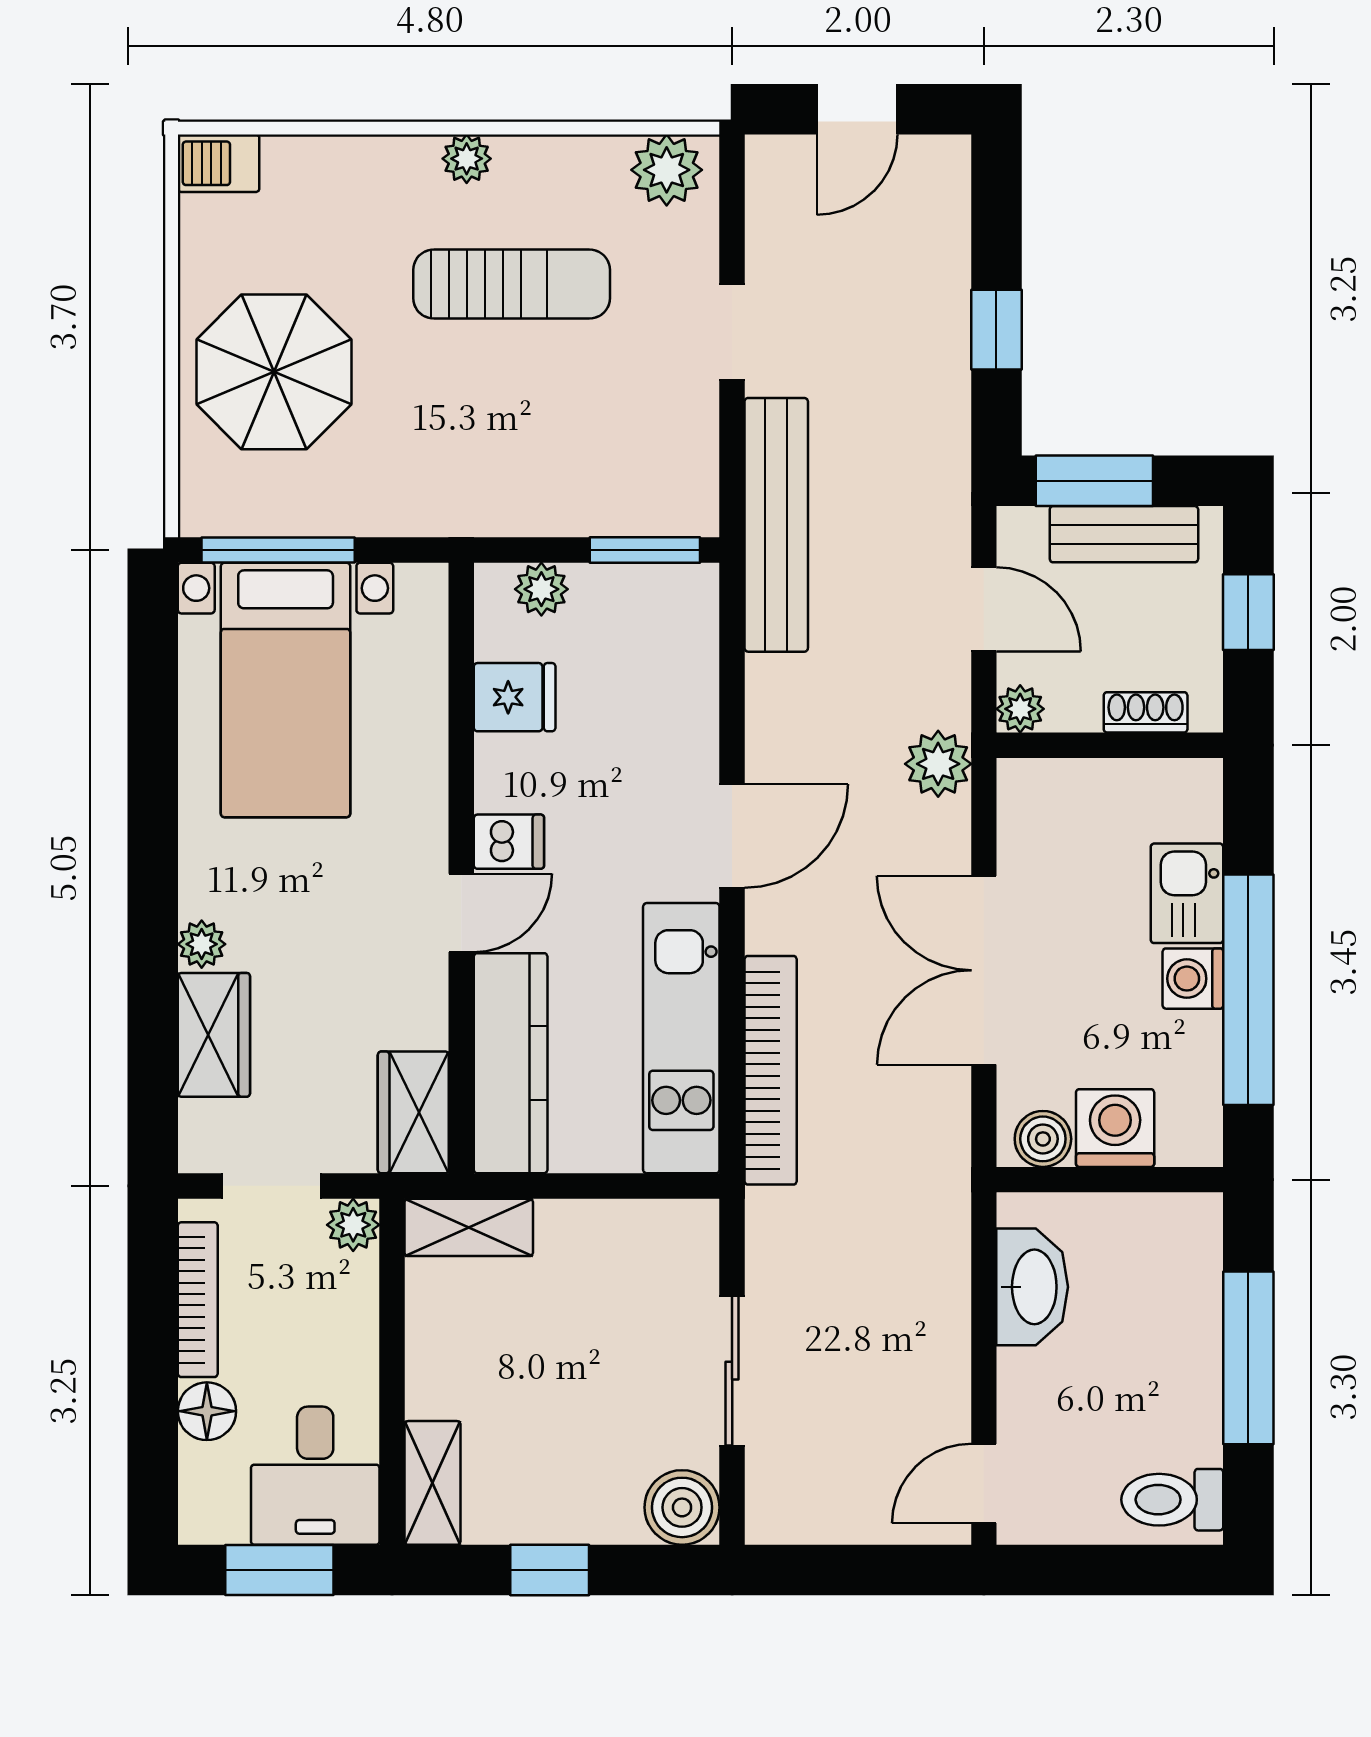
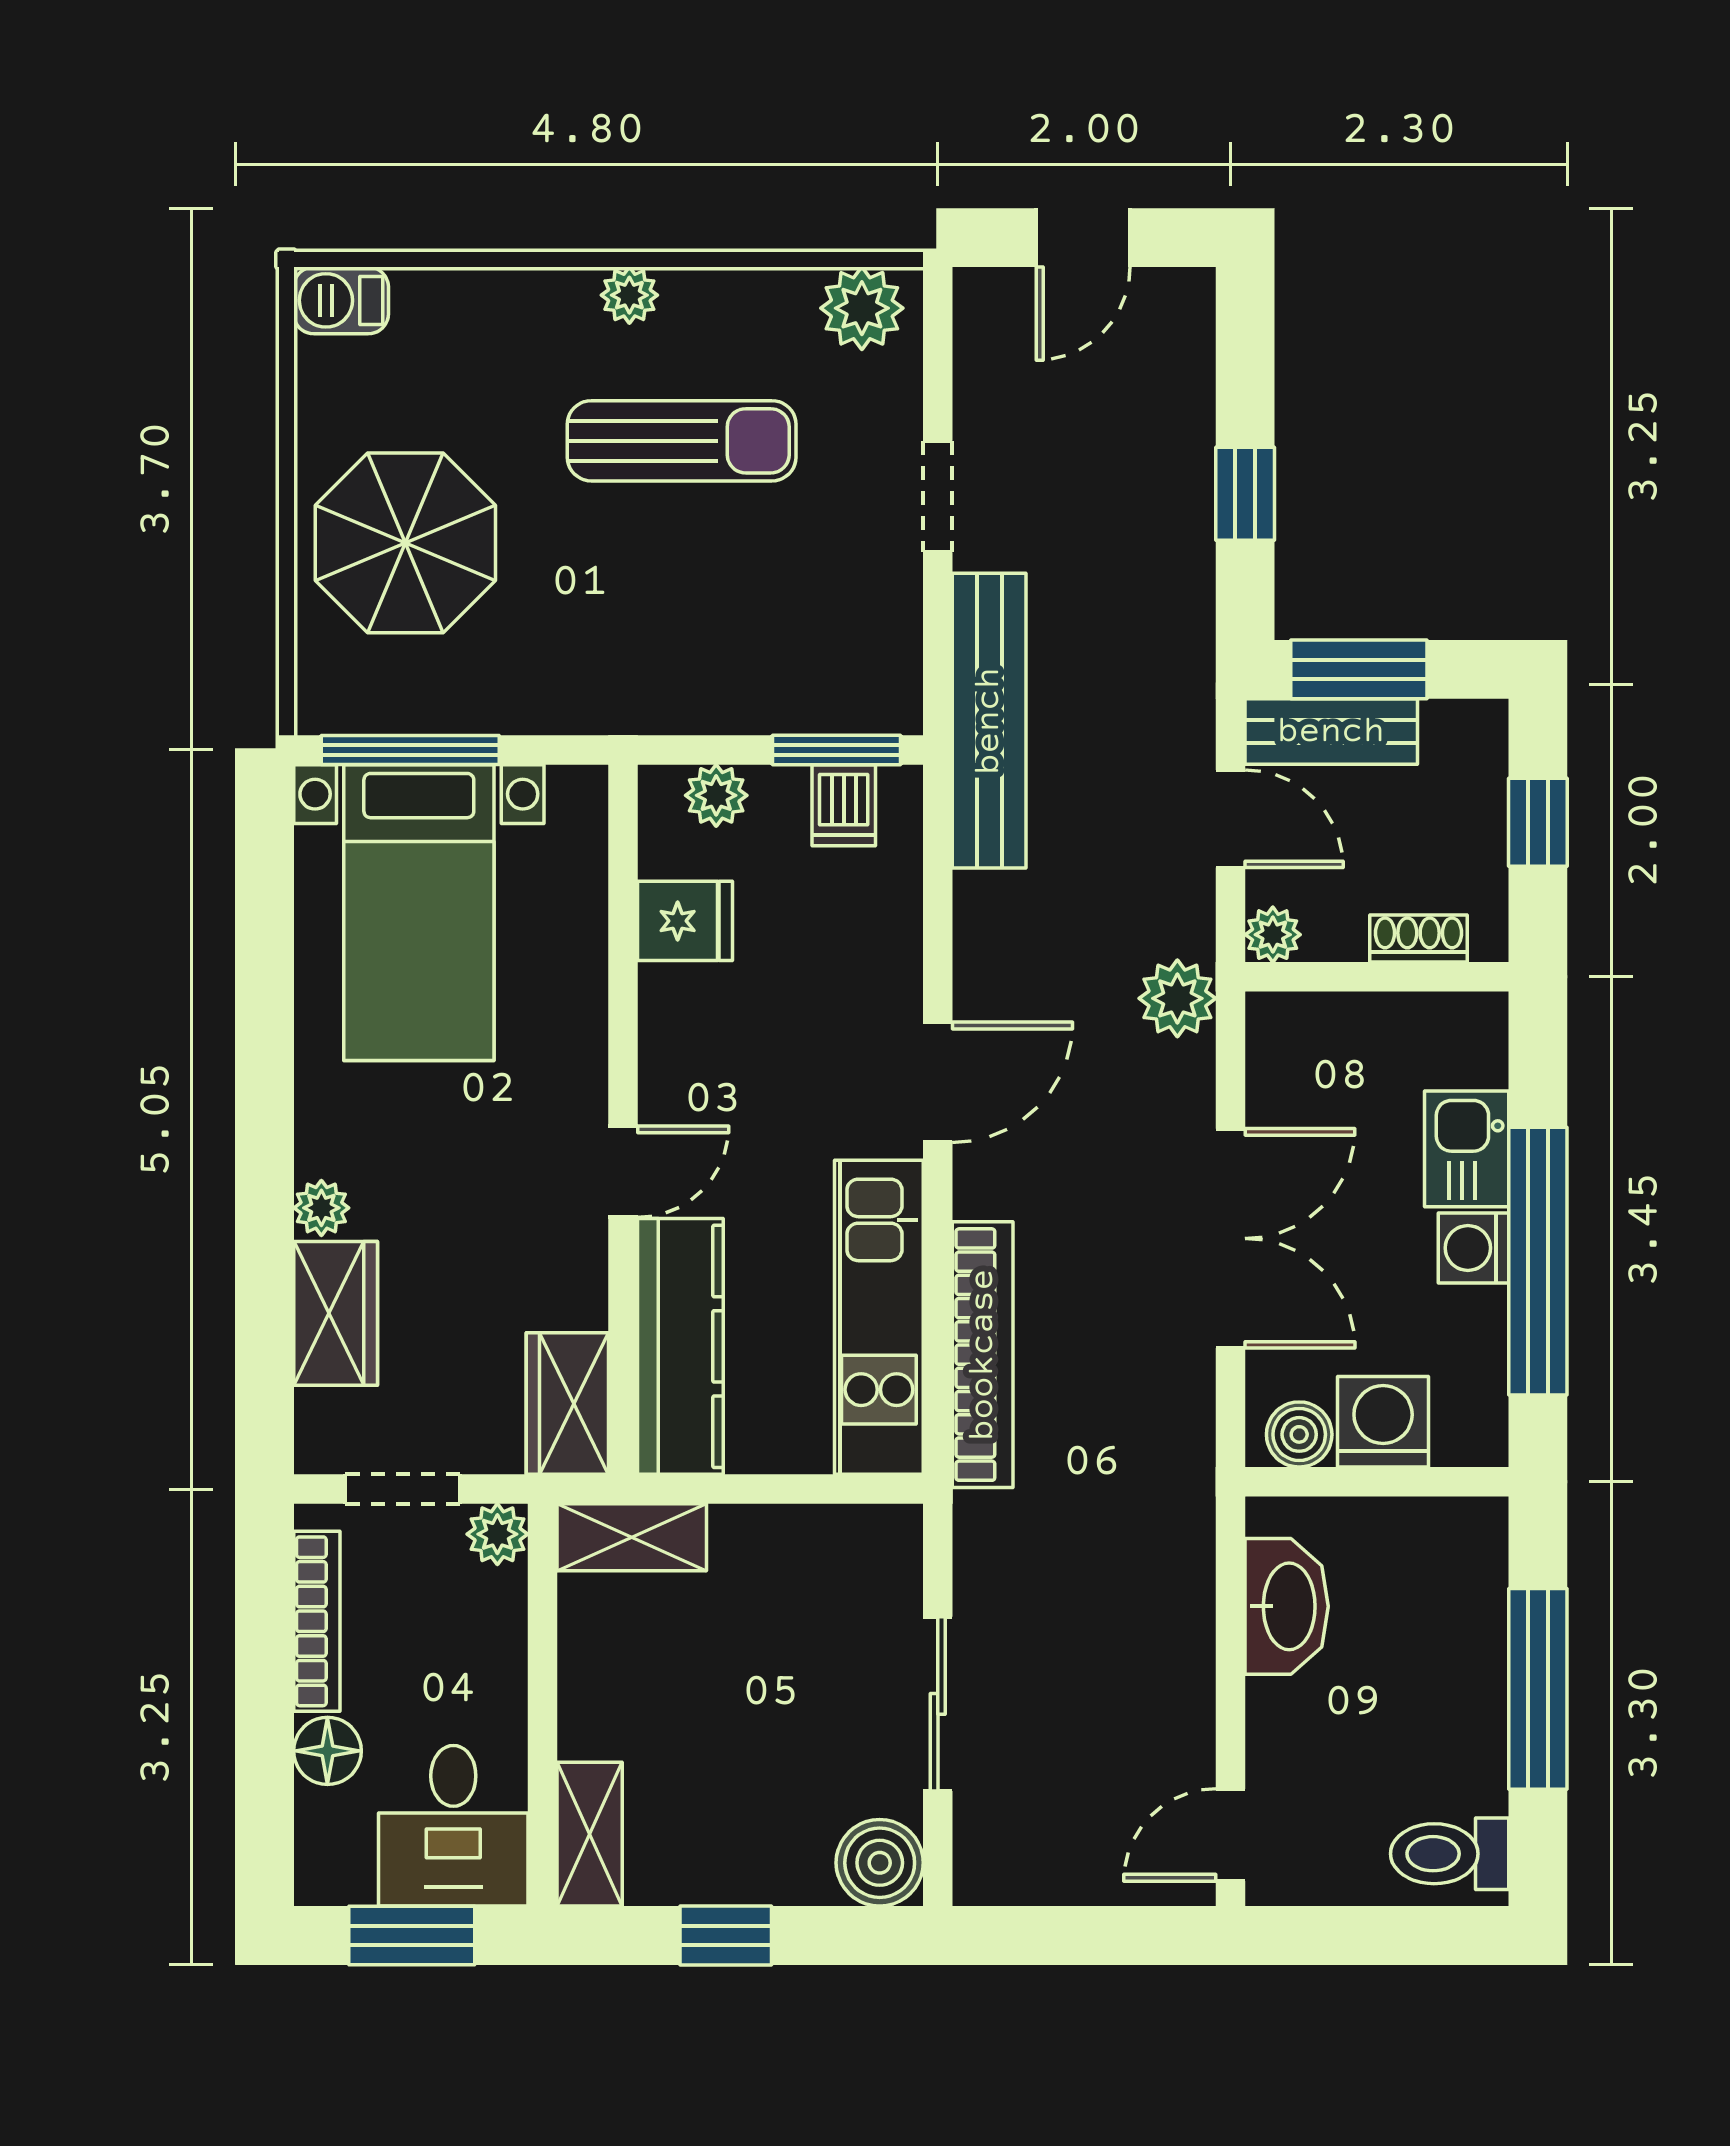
bench: (1124, 534) -> (1331, 732), moved
dishwasher: (509, 842) -> (844, 805), moved, turned 90
double door: (984, 970) -> (1231, 1238), swing flipped

